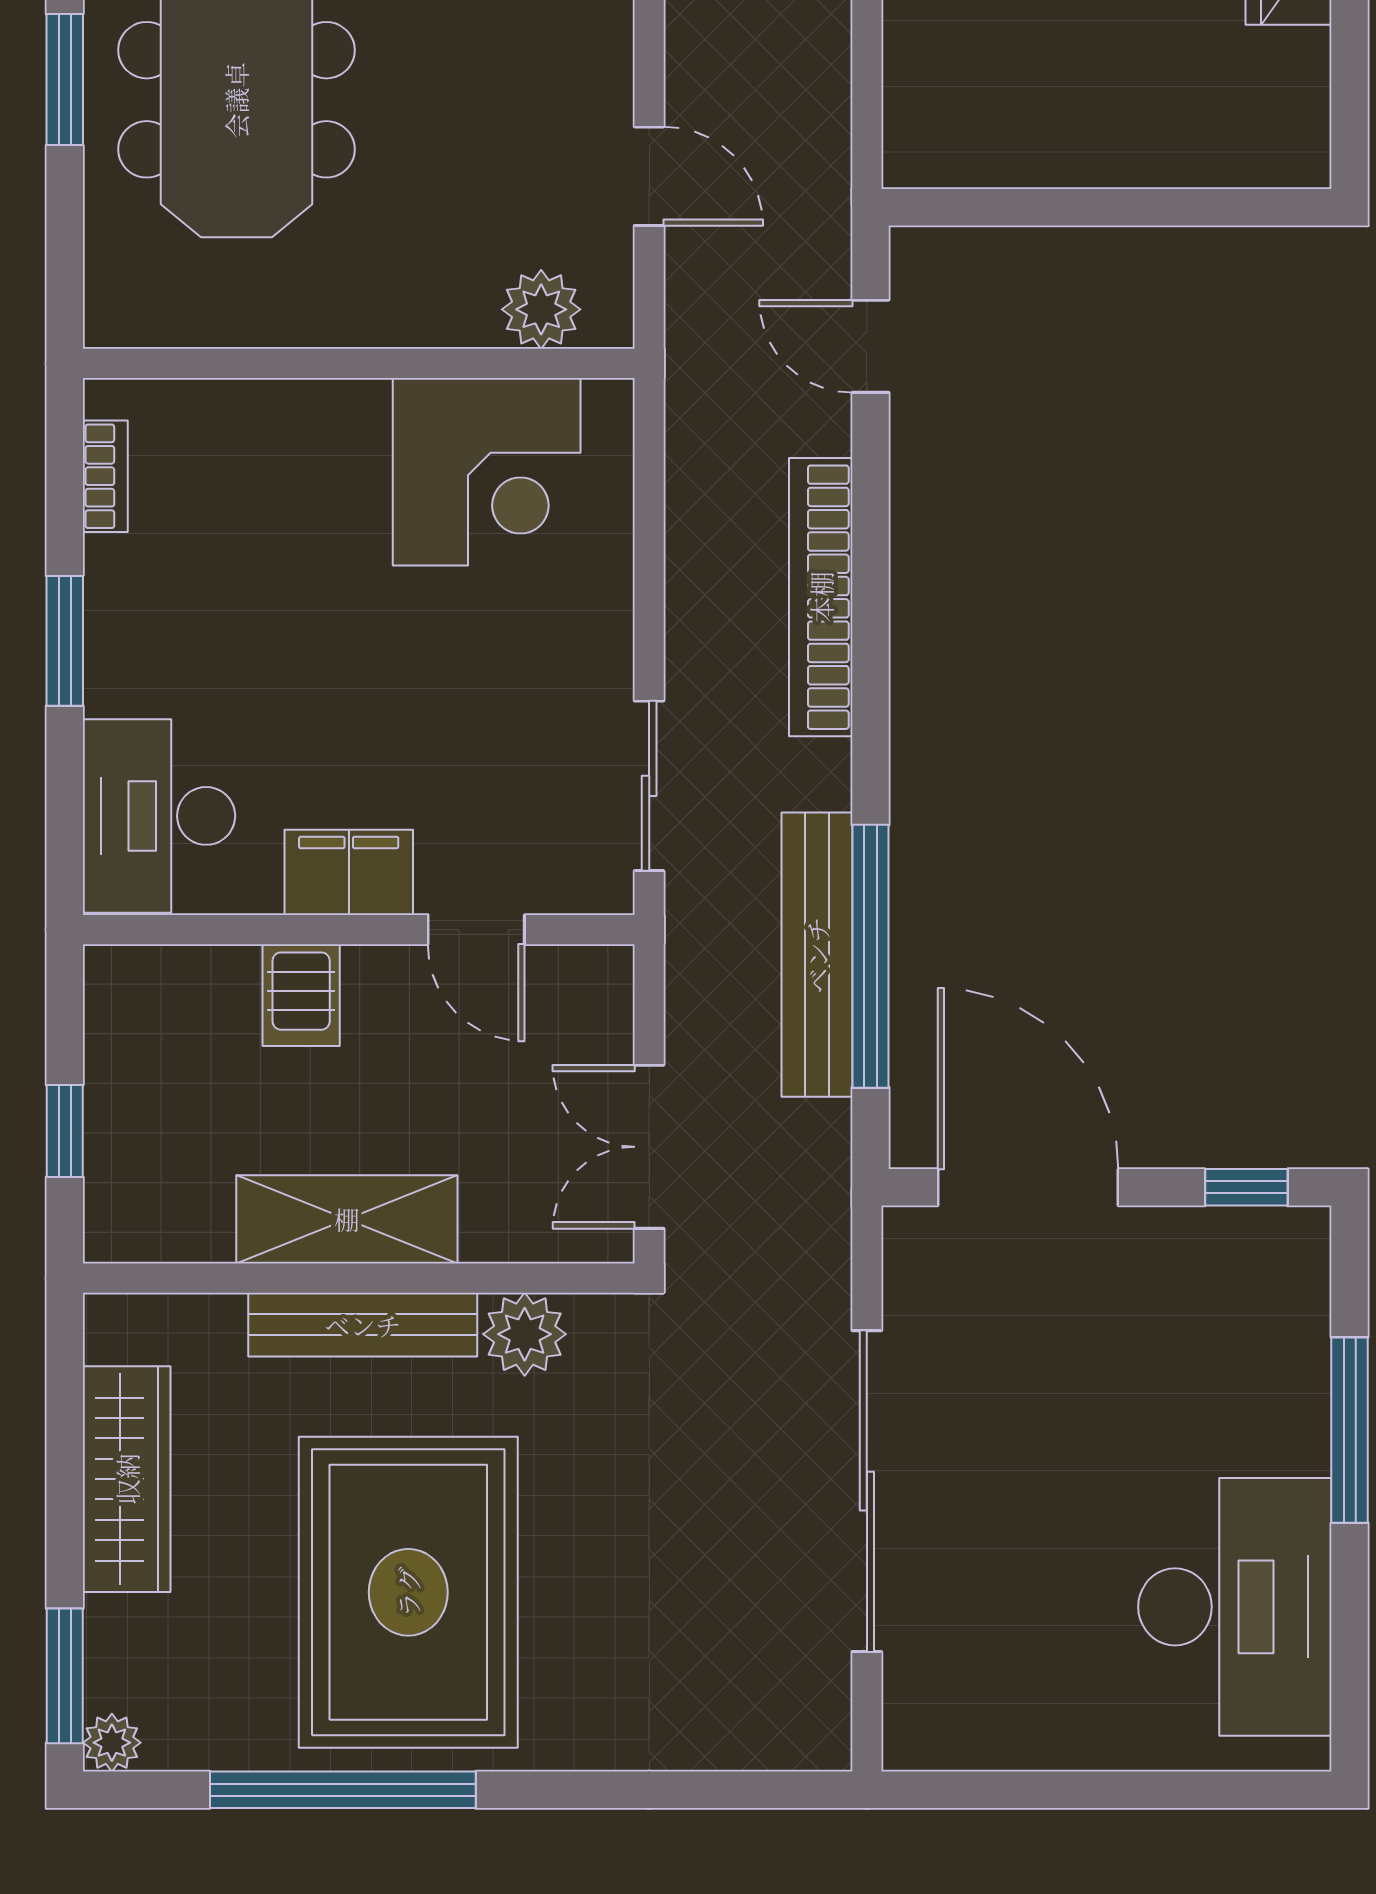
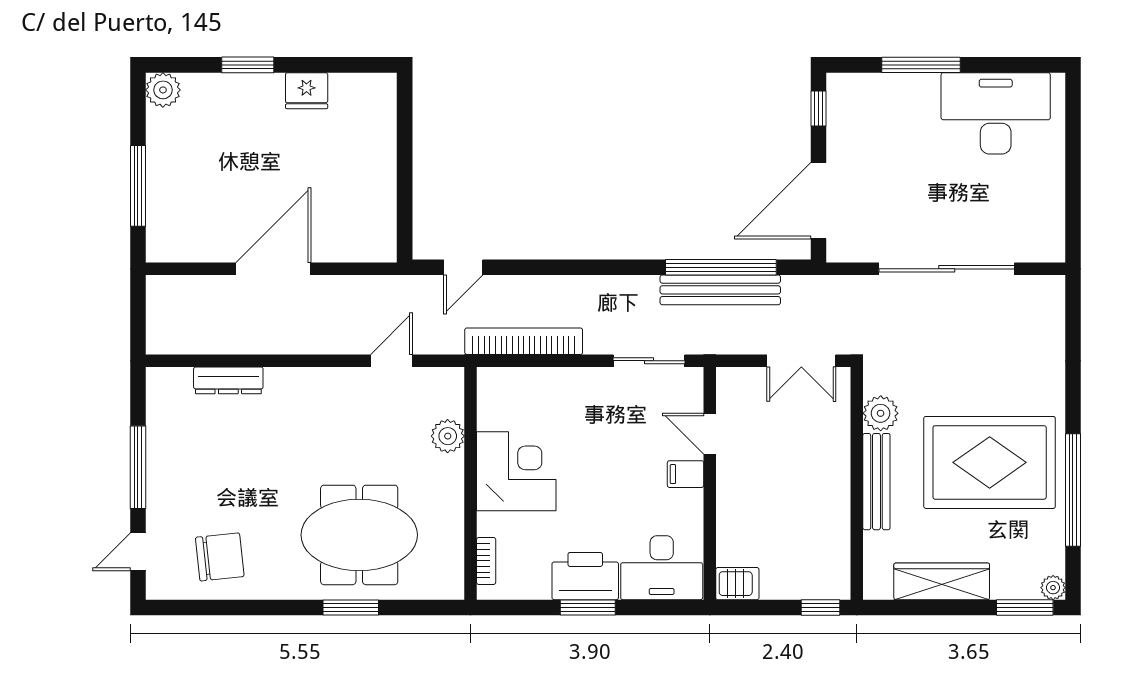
plant: (541, 309) -> (448, 436), moved
corner desk: (487, 472) -> (516, 471), moved
bookcase: (105, 476) -> (486, 561), moved, turned 90
bookcase: (821, 597) -> (524, 341), moved, turned 180
printer: (139, 635) -> (585, 576), added
filing cabinet: (349, 872) -> (686, 474), width x0.50
door: (476, 930) -> (710, 434), swing flipped
server rack: (301, 995) -> (737, 584), moved
window: (65, 1131) -> (821, 608), moved
shelving: (347, 1219) -> (832, 488), removed

